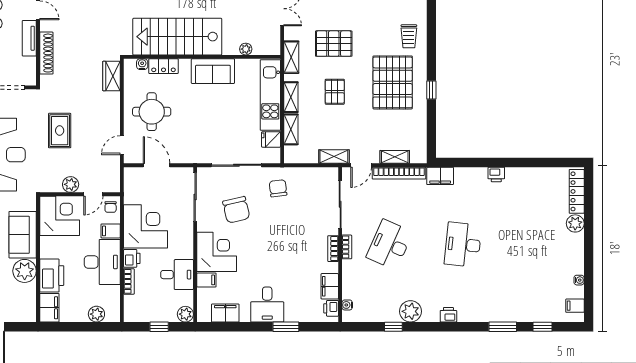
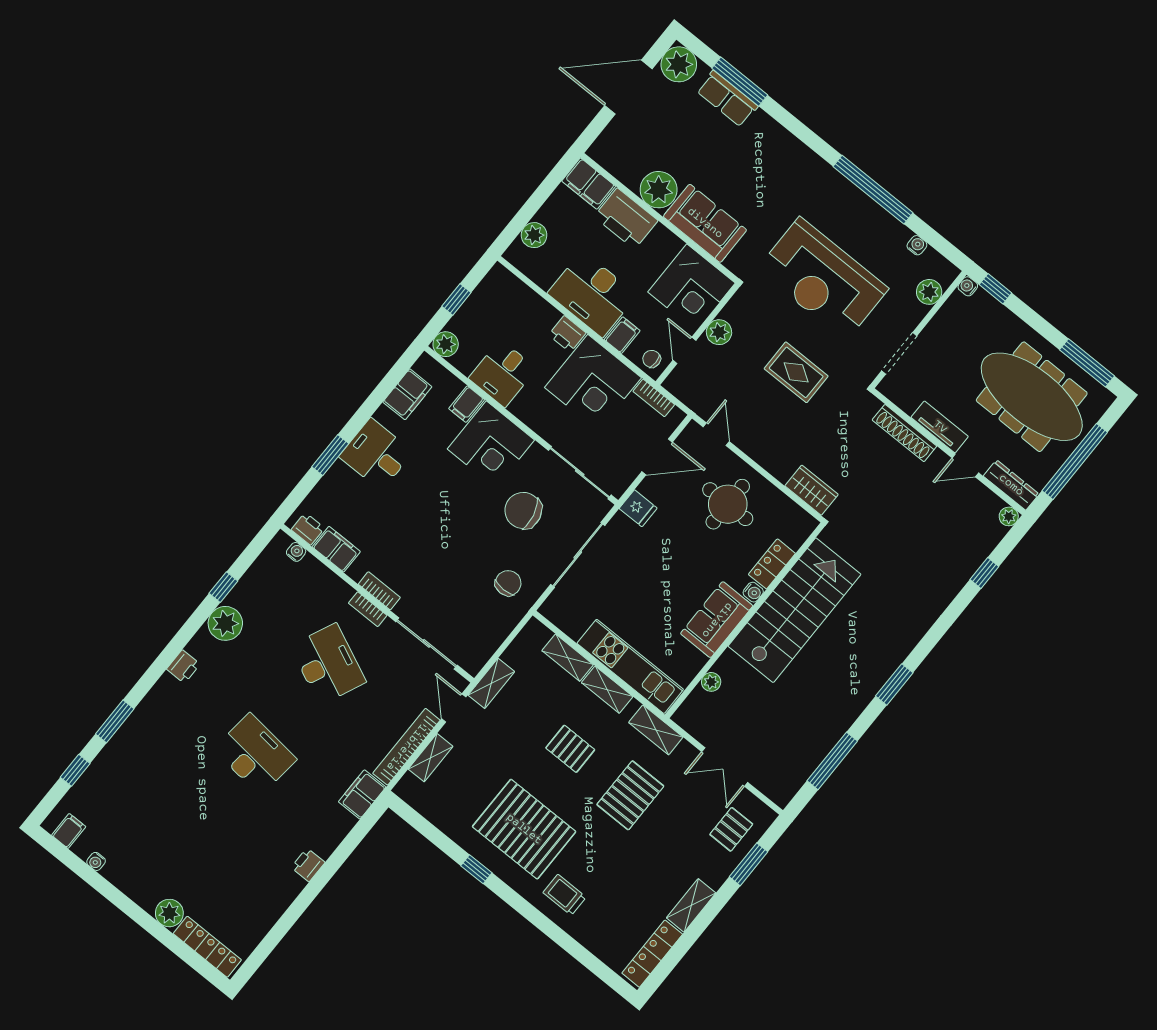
water cooler: (142, 64) -> (753, 592), moved
fridge: (271, 139) -> (638, 508), moved, turned 90
chair: (278, 188) -> (508, 583), turned -83
bookcase: (129, 281) -> (654, 398), moved

